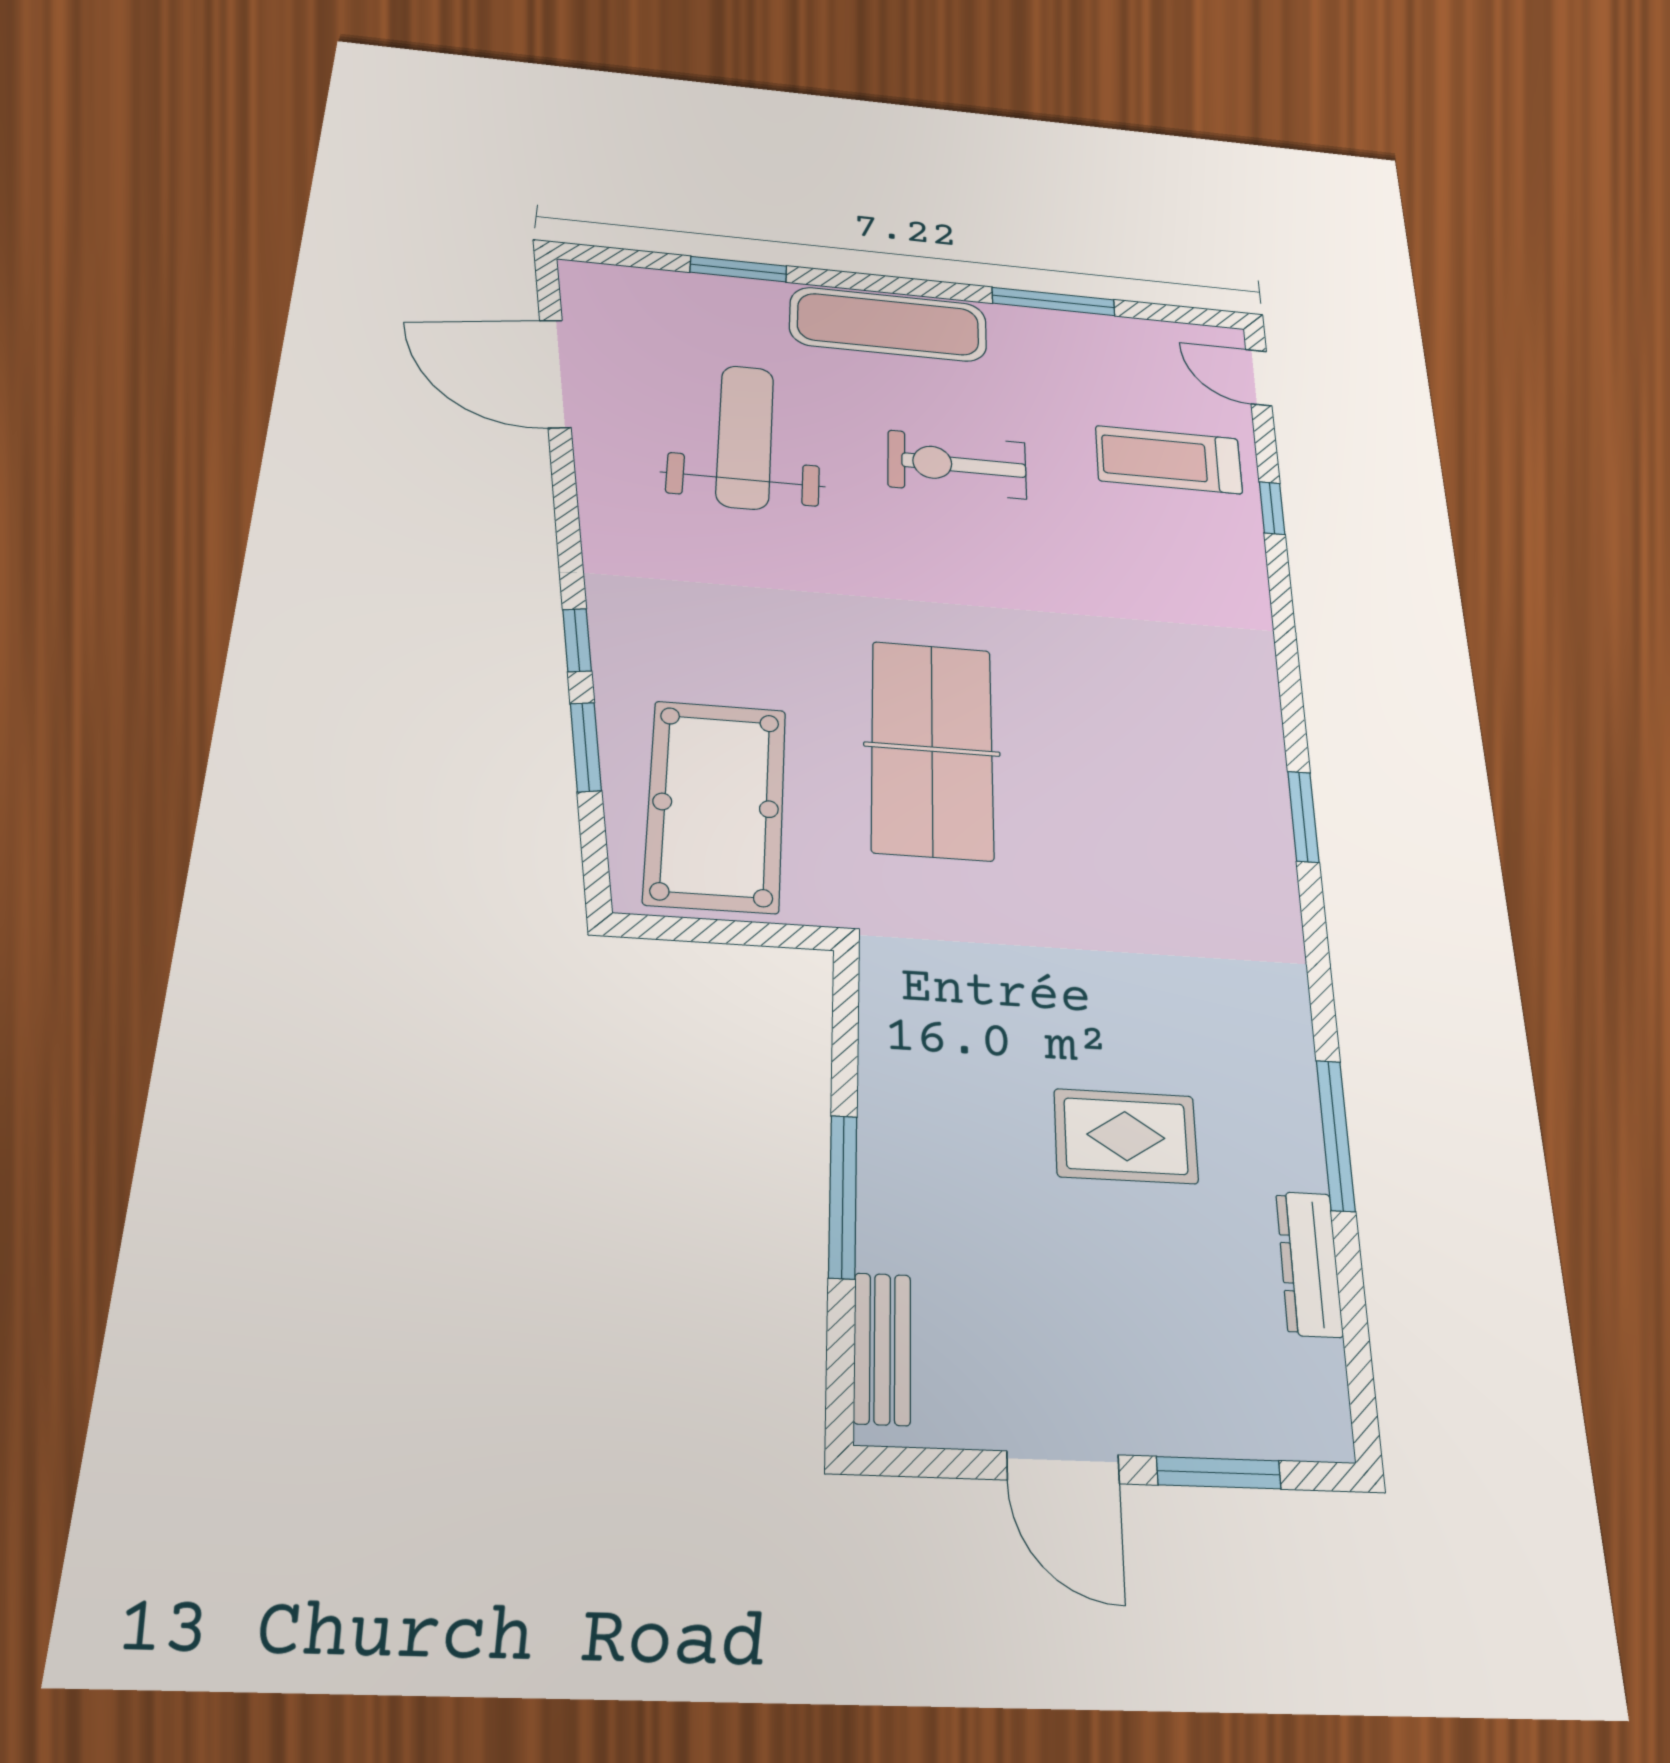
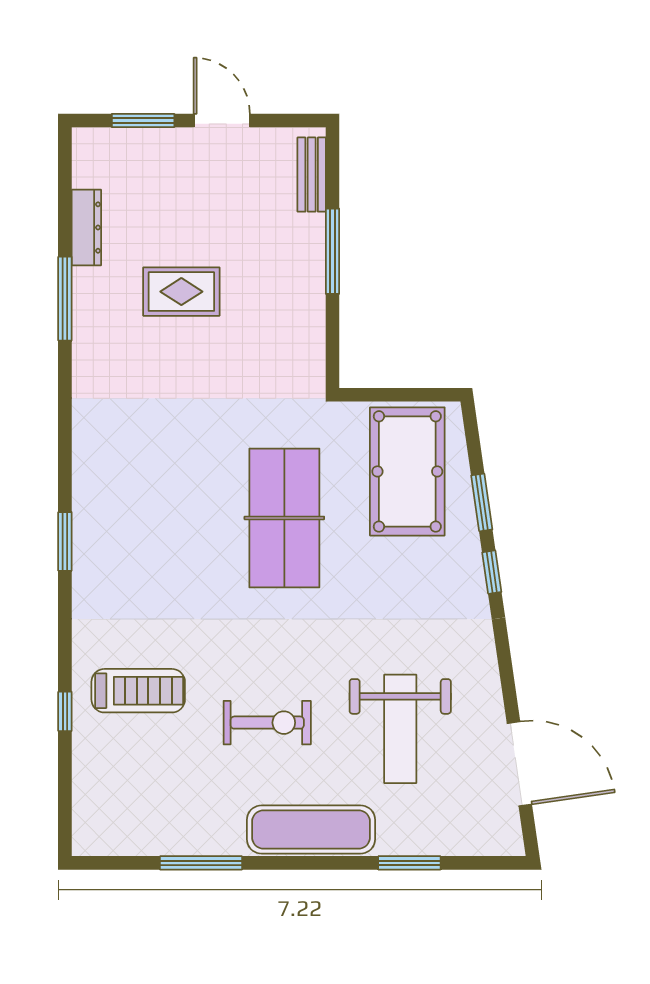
door: (1259, 378) -> (65, 816), removed
treadmill: (1169, 460) -> (138, 691), moved
window: (1303, 817) -> (65, 541), moved

